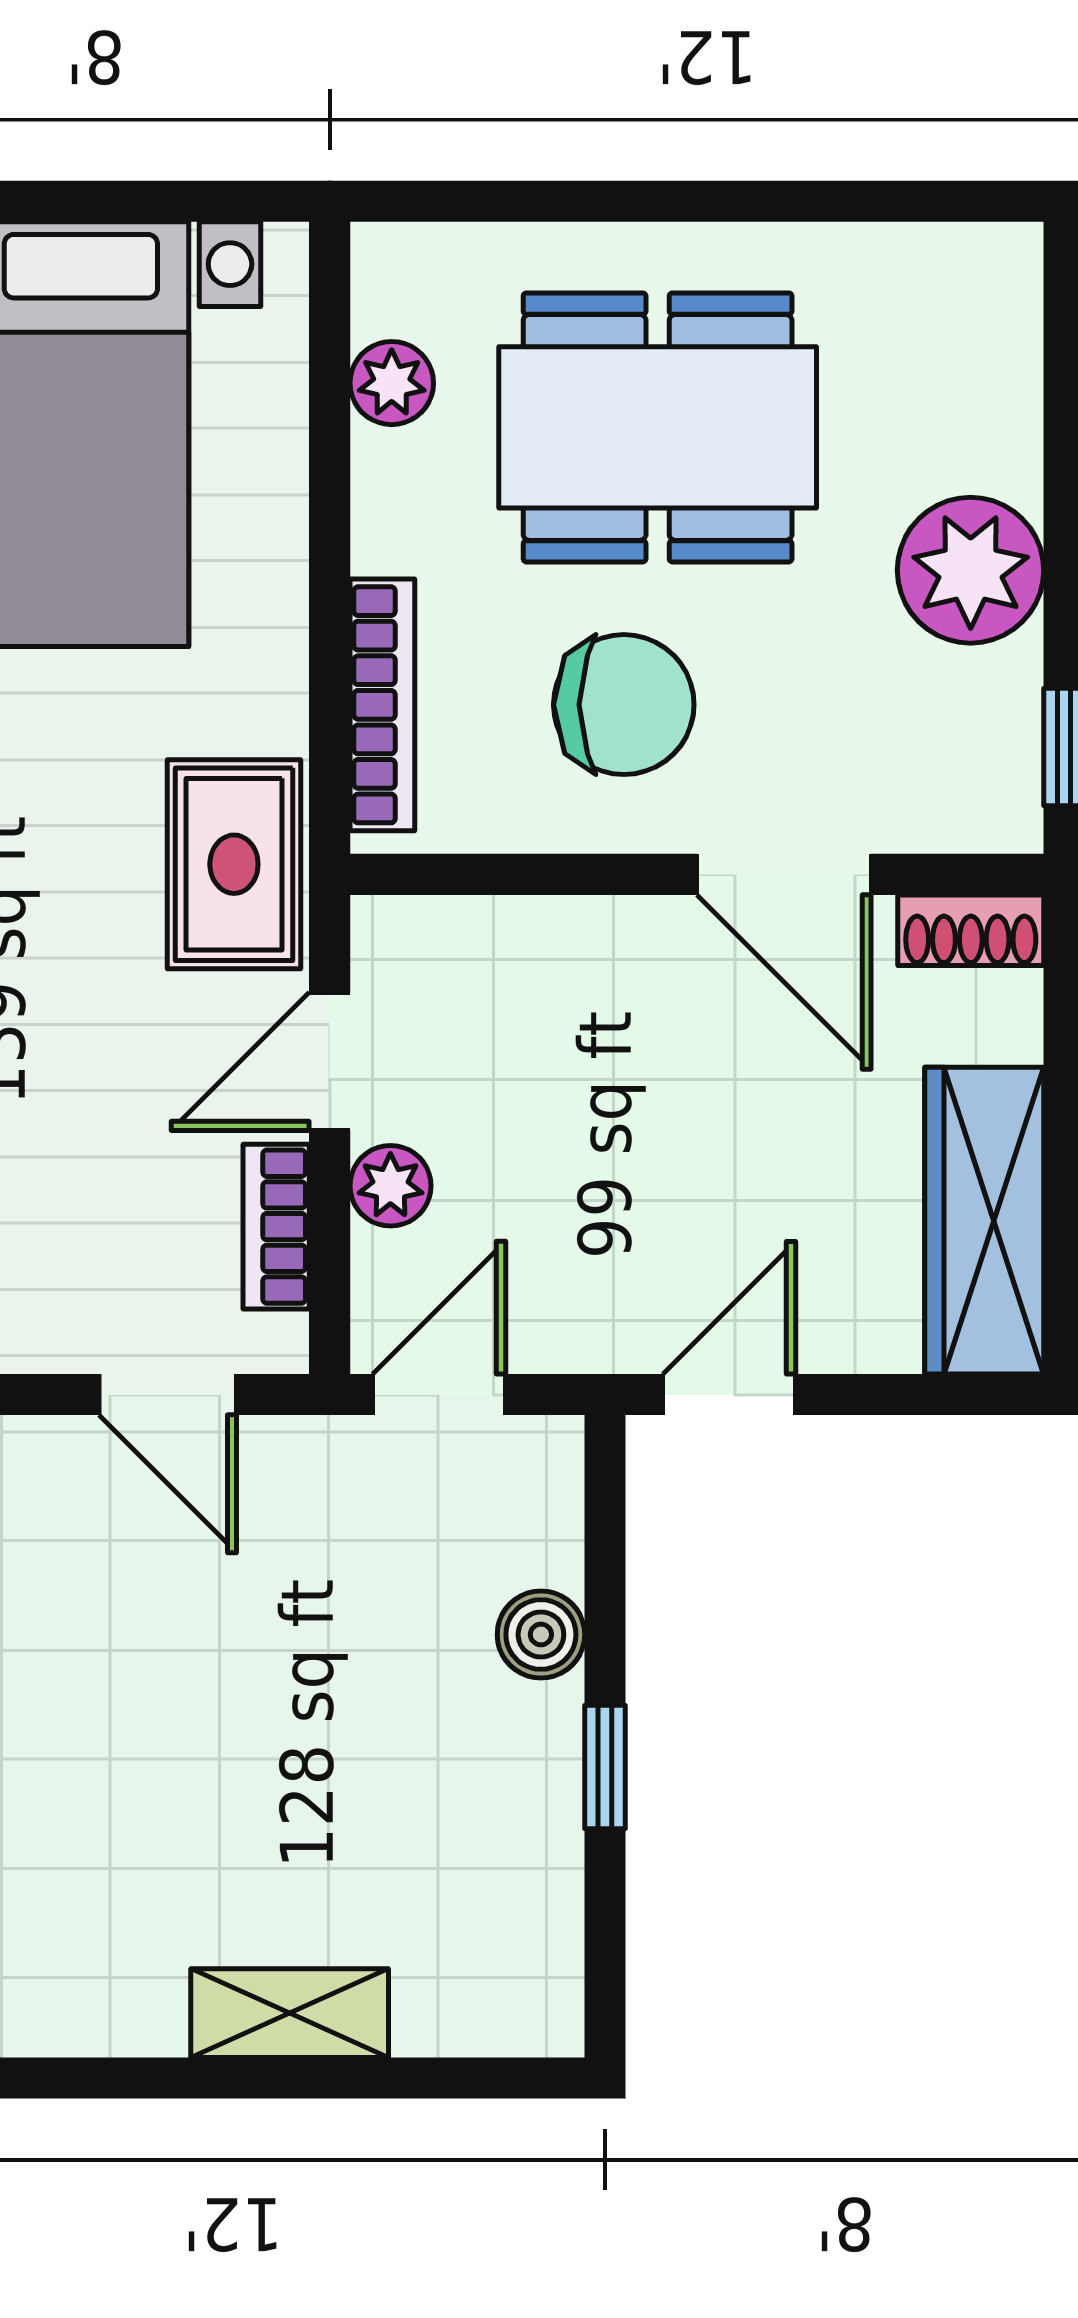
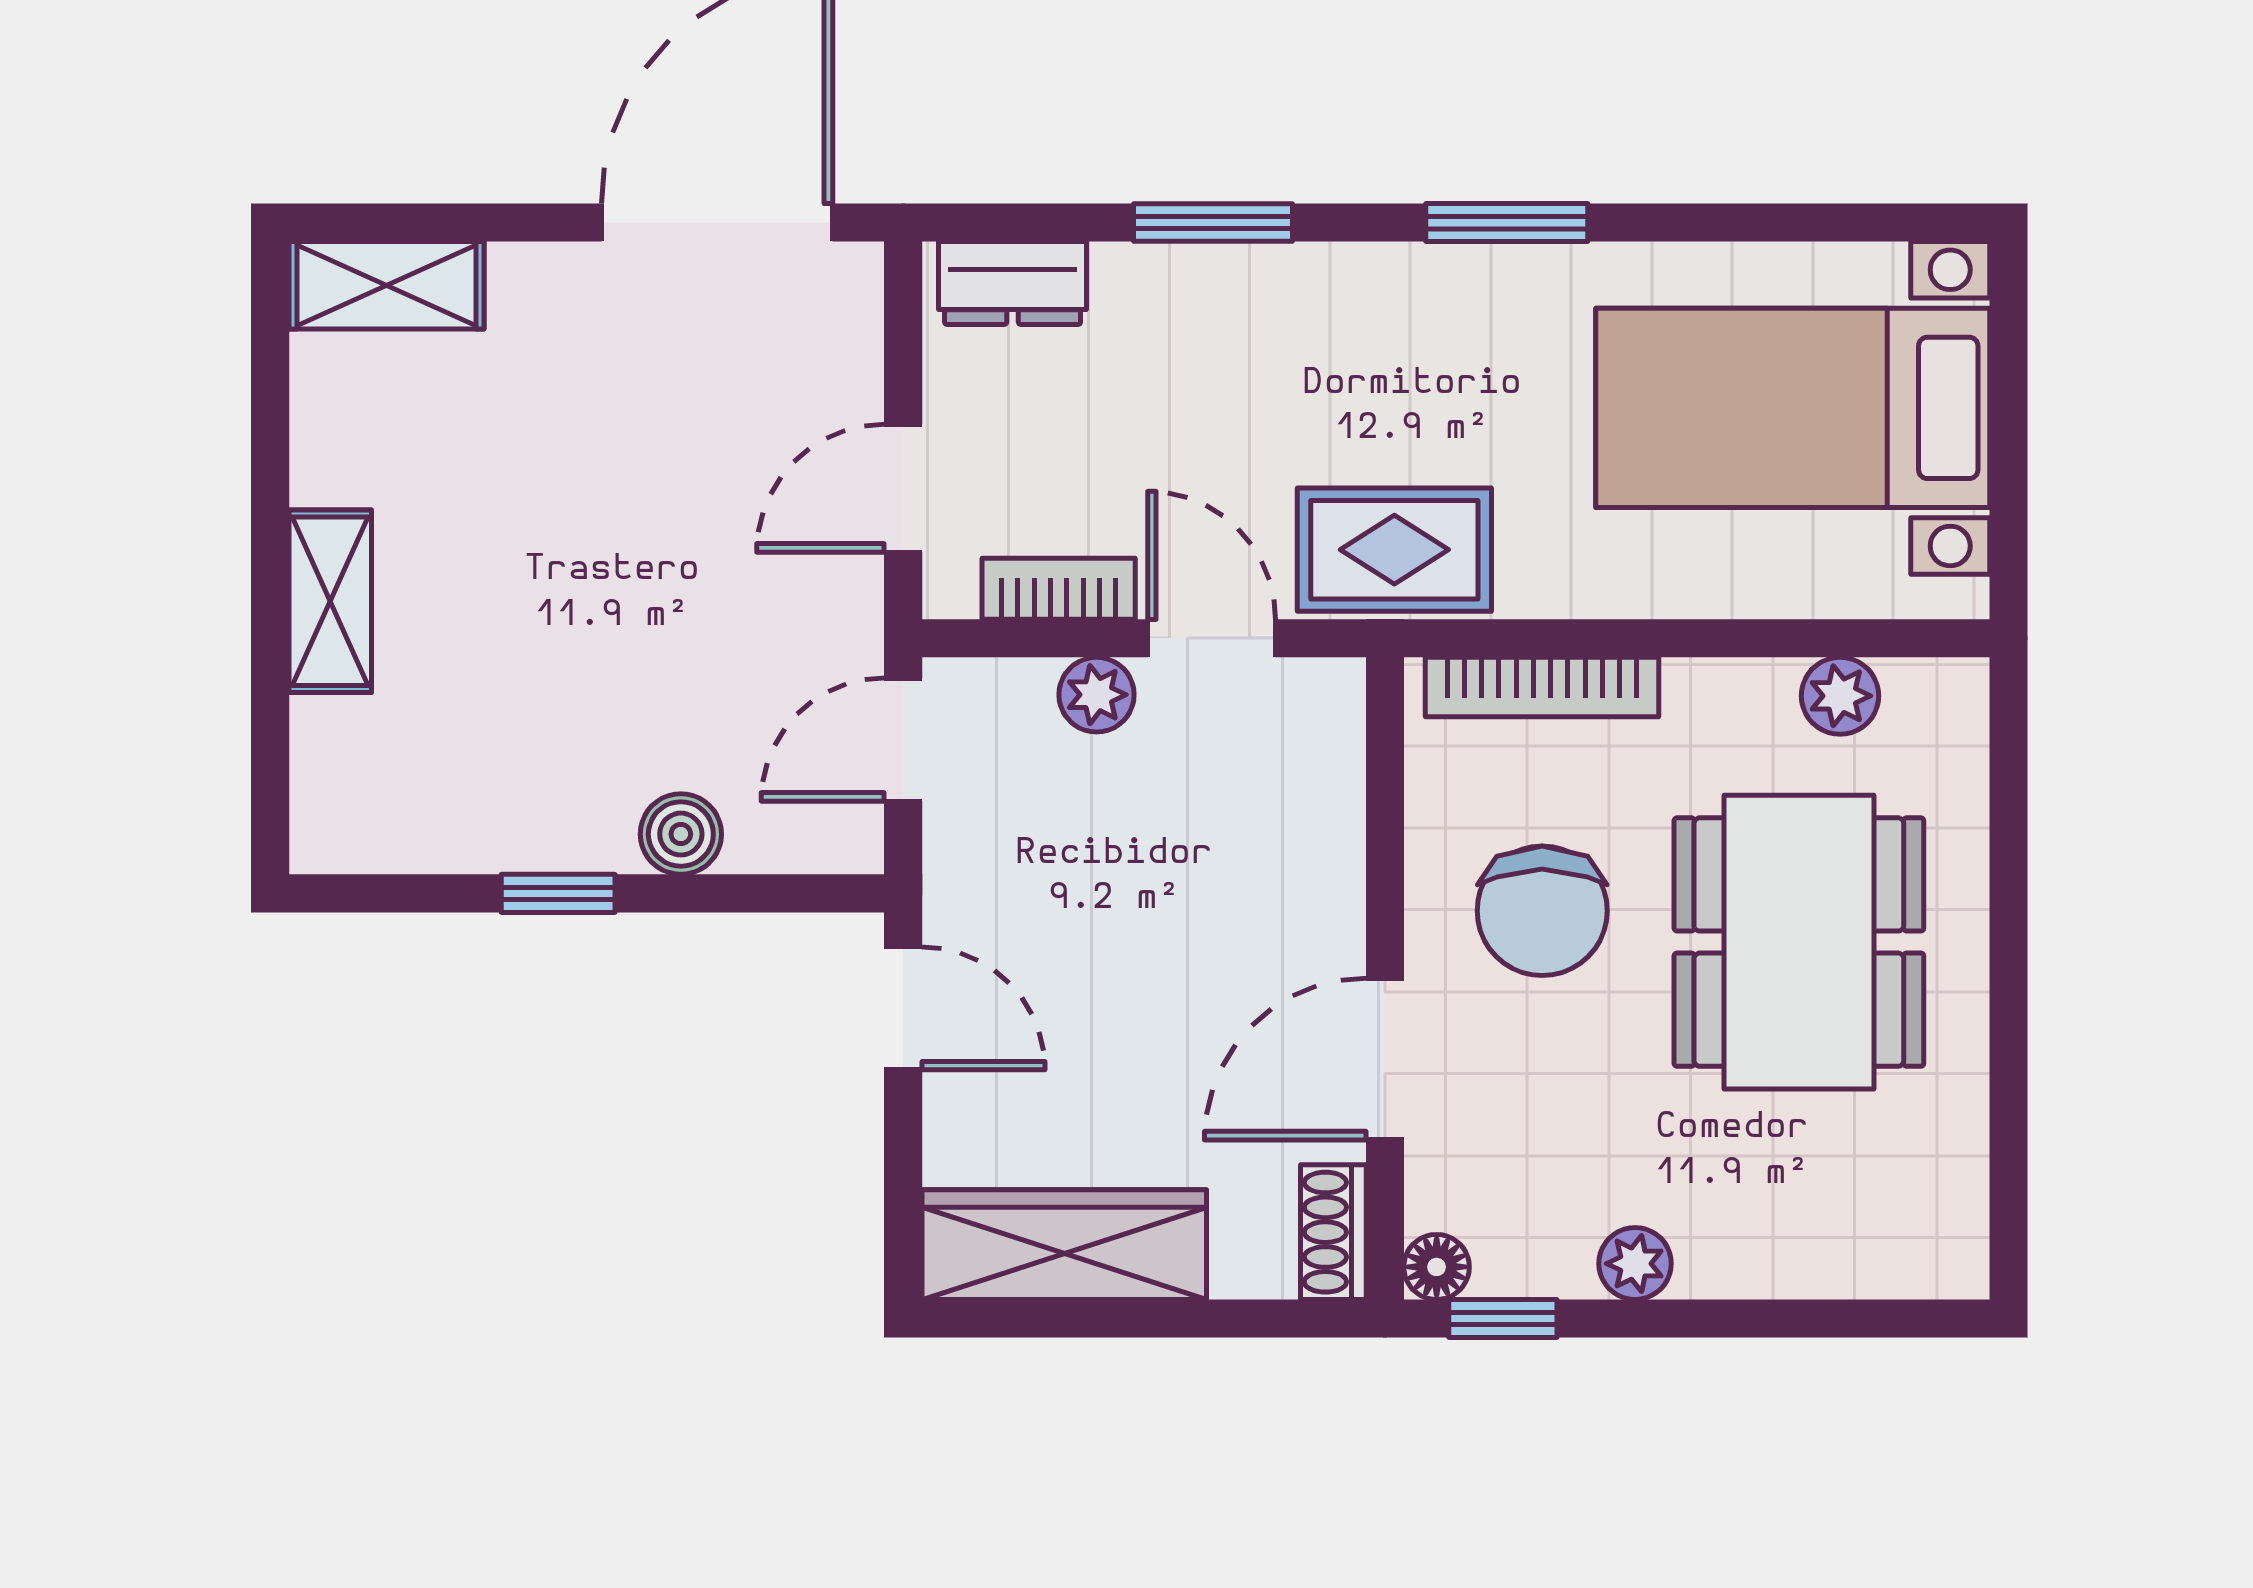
plant: (971, 570) -> (1635, 1264), width x0.53, depth x0.53
floor lamp: (1008, 819) -> (1437, 1267), added
door: (439, 1395) -> (903, 740), swing flipped

